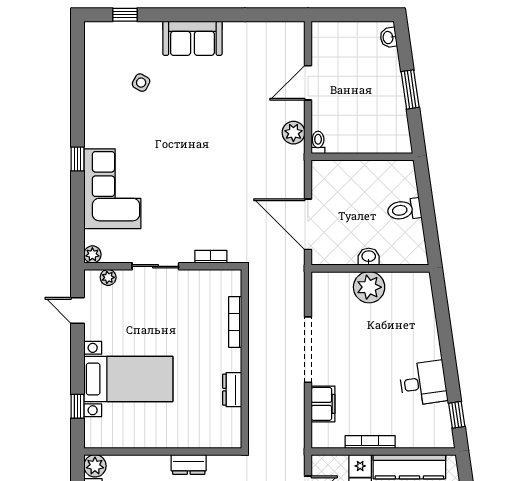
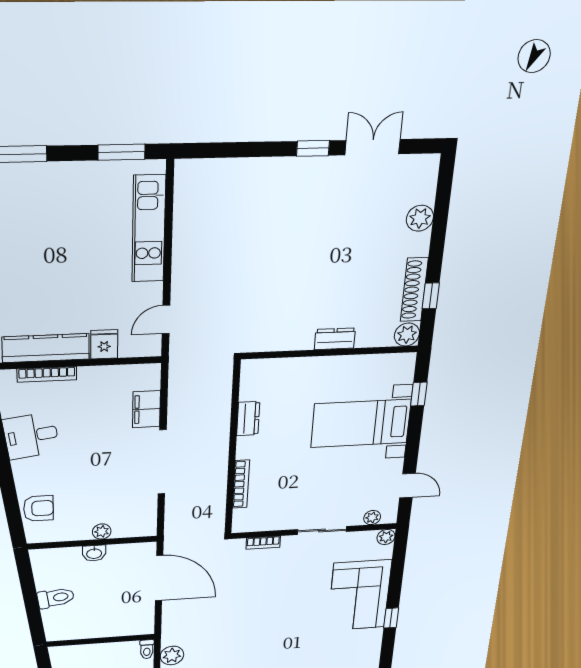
plant: (369, 287) -> (102, 532), width x0.53, depth x0.53
armchair: (418, 308) -> (38, 508), added
bookcase: (370, 442) -> (47, 374), moved
dresser: (189, 465) -> (335, 339), moved

